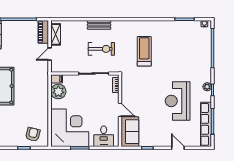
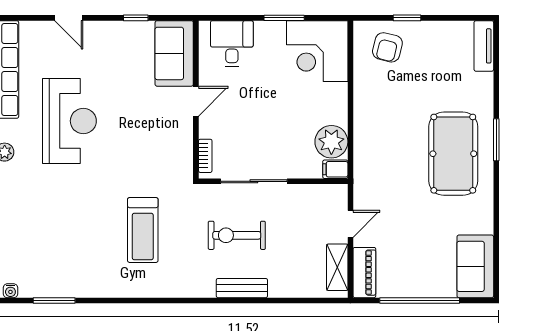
door: (120, 110) -> (196, 101), swing flipped
corner desk: (70, 128) -> (317, 51), width x0.74, depth x0.74

